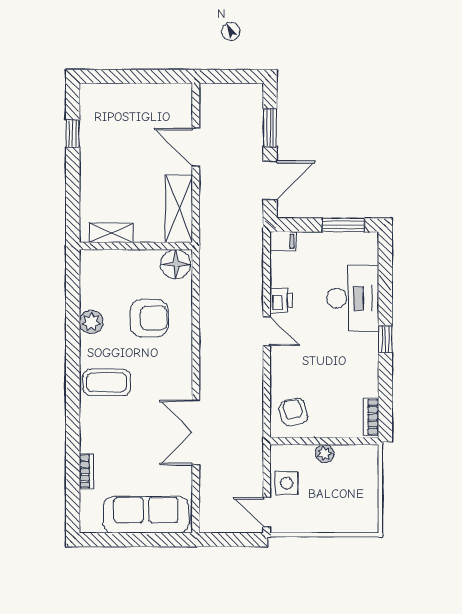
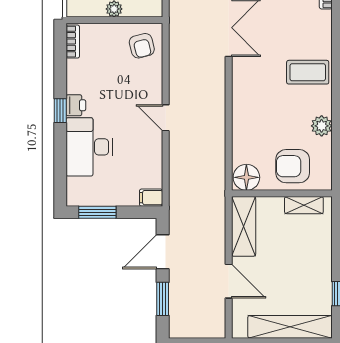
shelving: (127, 96) -> (290, 327), added
printer: (281, 300) -> (76, 105), moved, turned 180
armchair: (149, 318) -> (293, 166), moved

